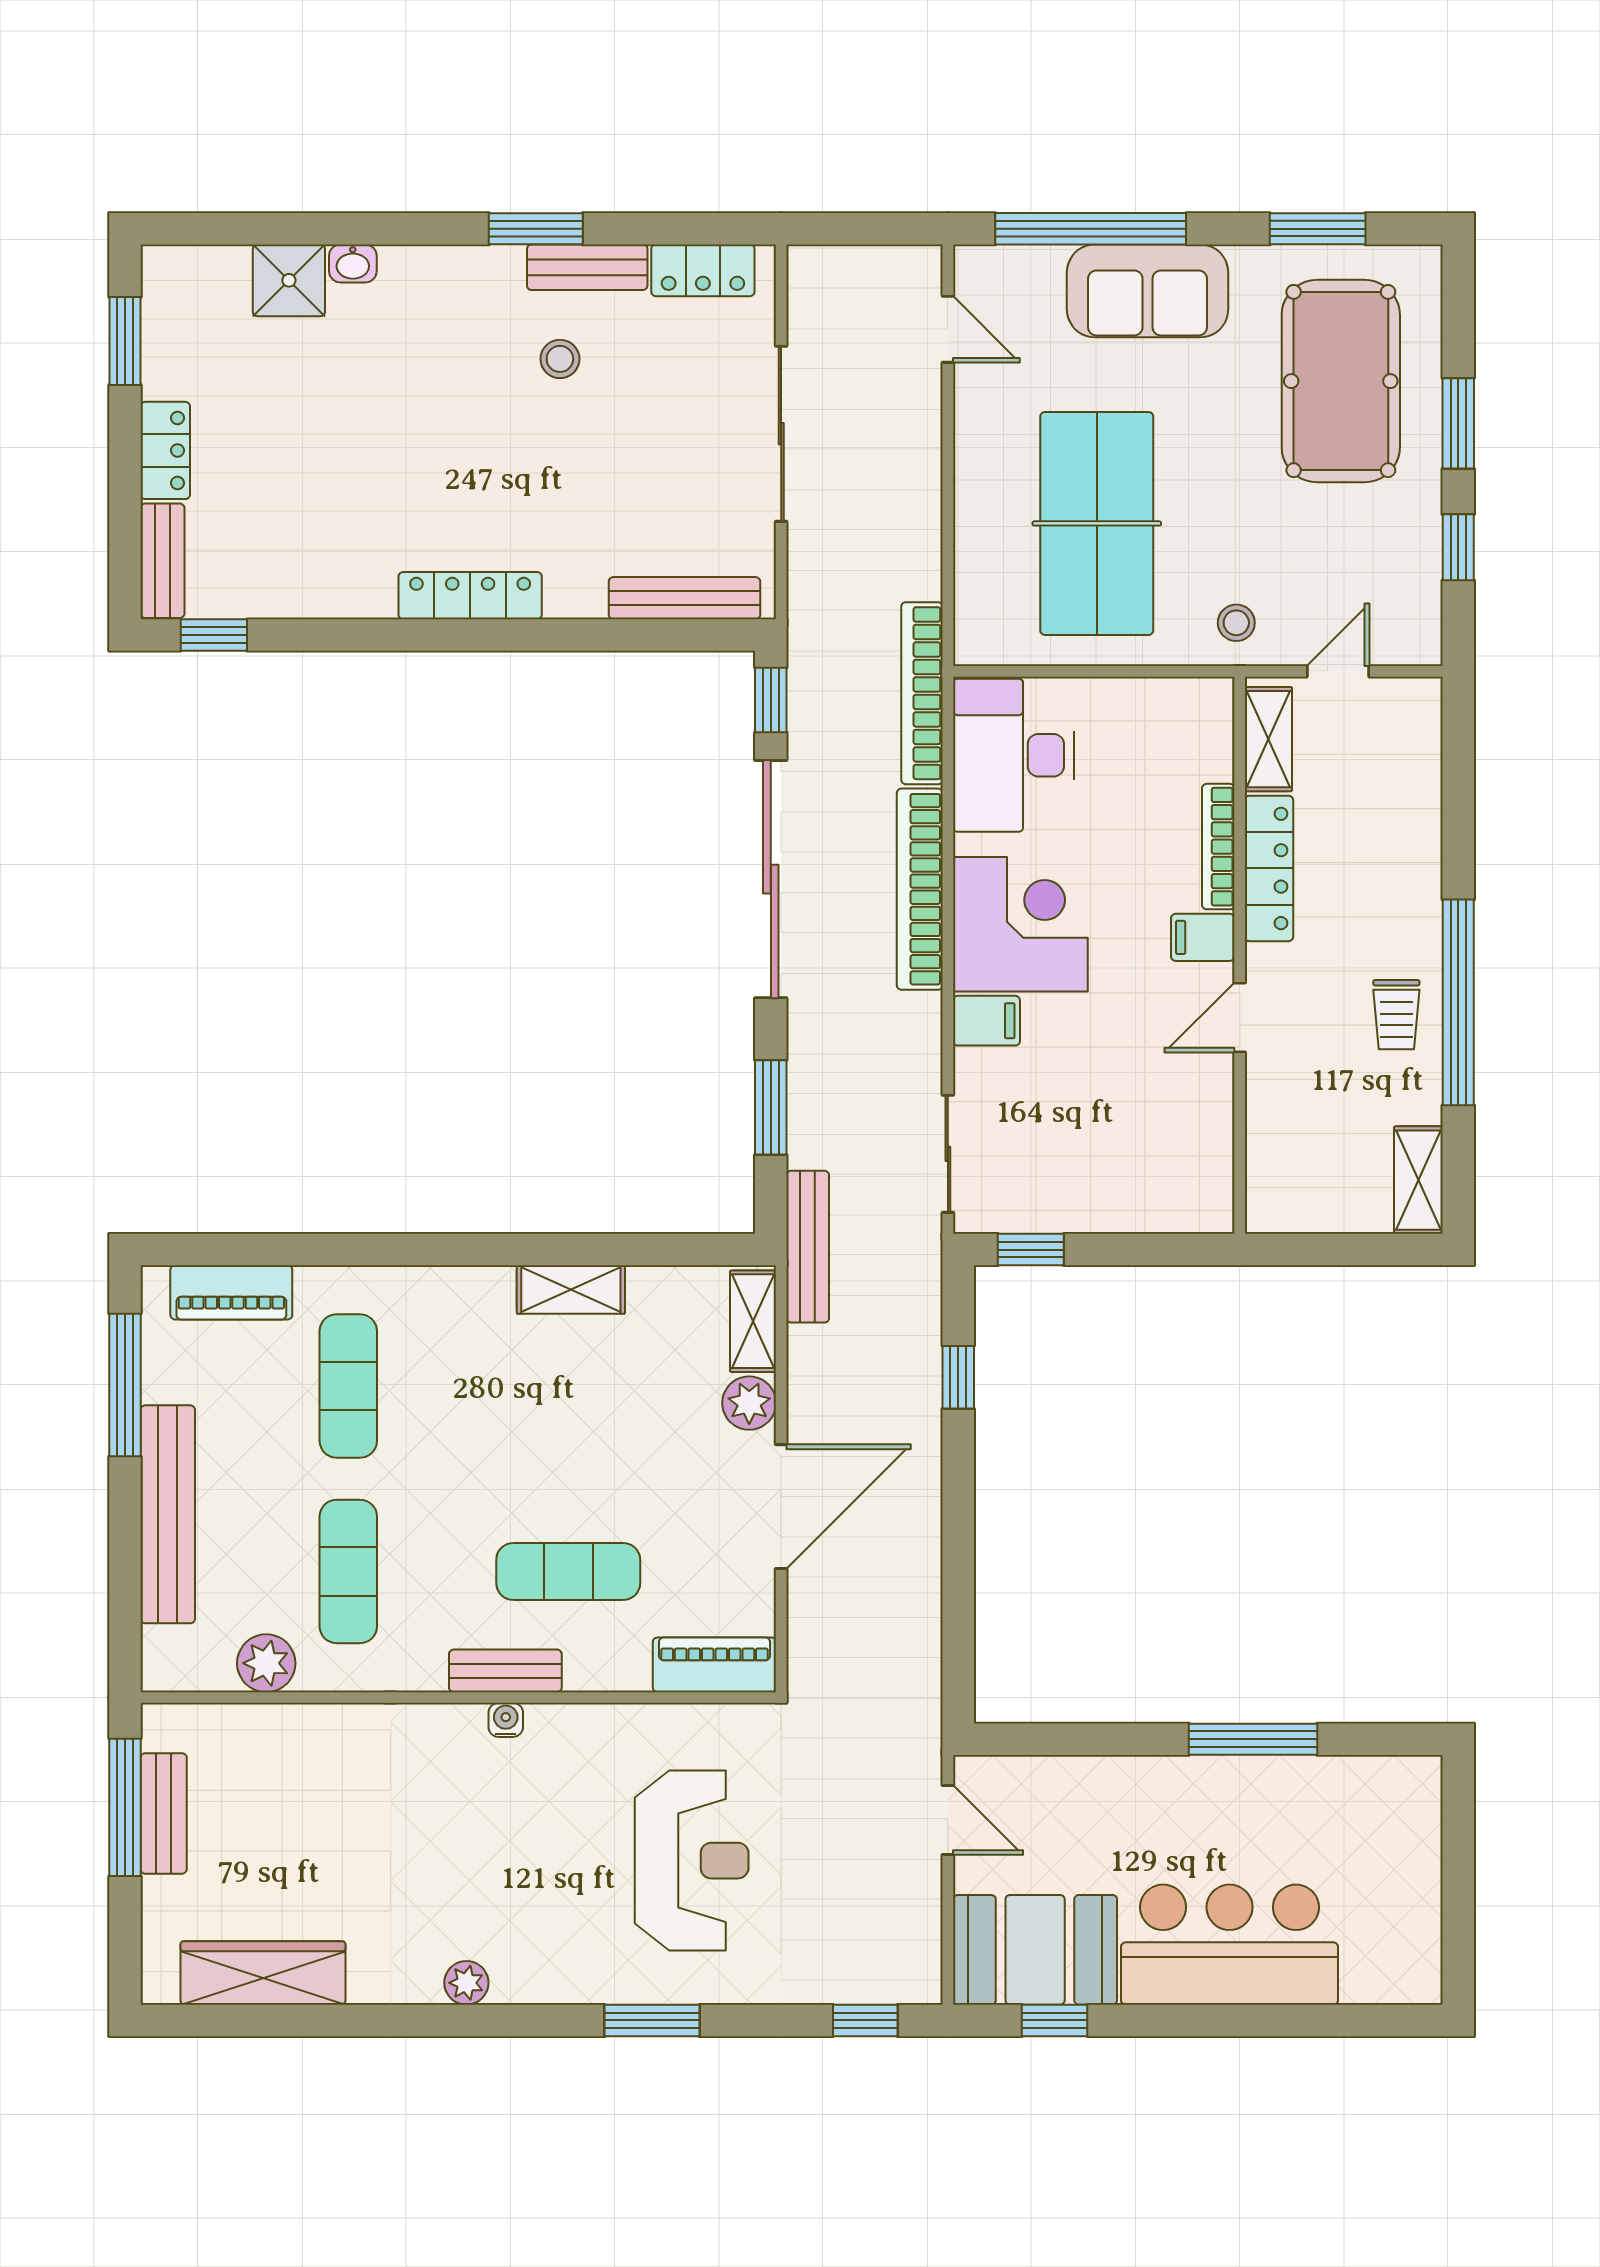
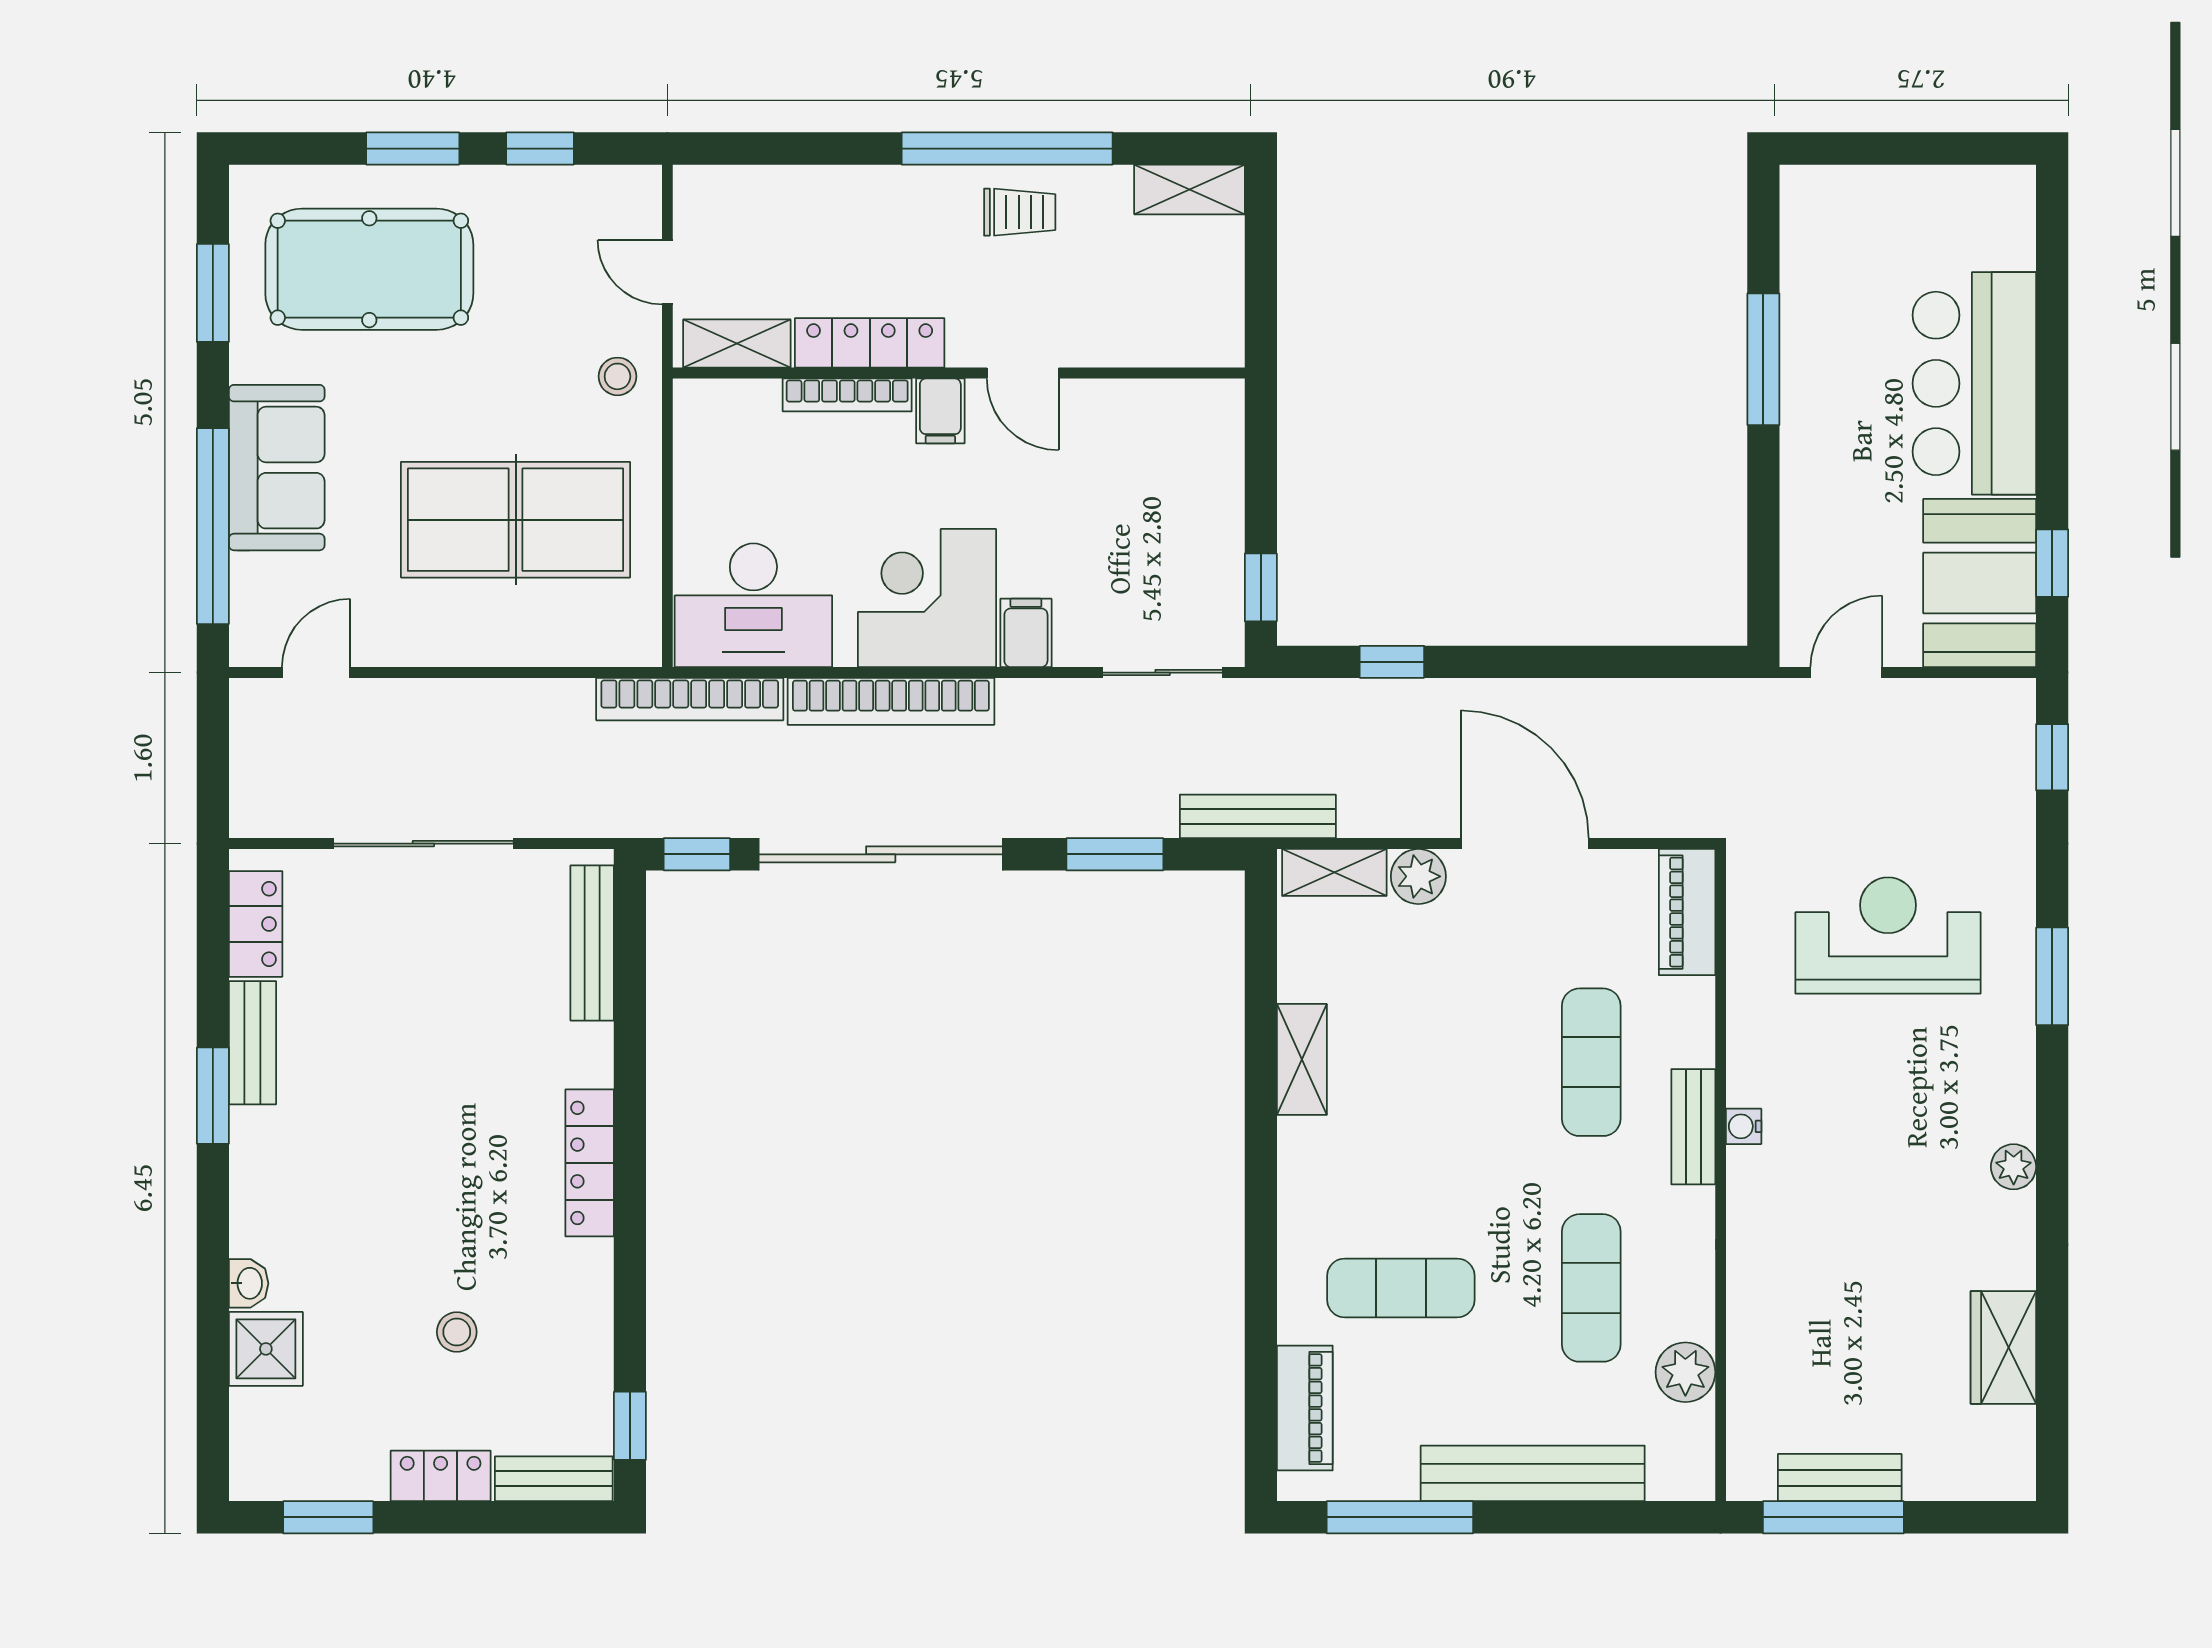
stool: (560, 359) -> (457, 1332), moved
exercise mat: (348, 1571) -> (1591, 1288), turned 90
wardrobe: (263, 1973) -> (2003, 1347), width x0.67

